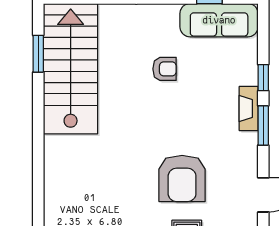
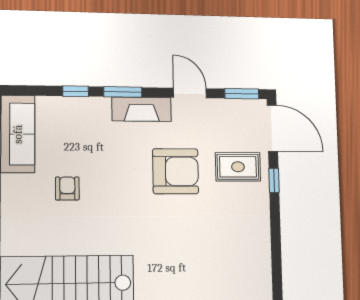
fireplace: (249, 108) -> (142, 109), moved, width x1.37, depth x1.32

